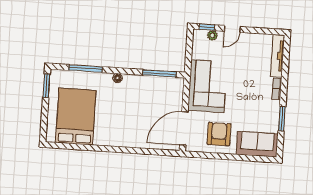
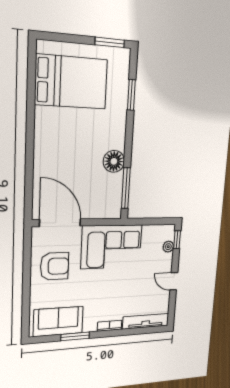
door: (232, 29) -> (174, 281), moved
window: (85, 69) -> (131, 95), width x0.69
floor lamp: (118, 78) -> (114, 161), moved, width x1.89, depth x1.89
sofa: (257, 144) -> (58, 321), moved, turned -90

